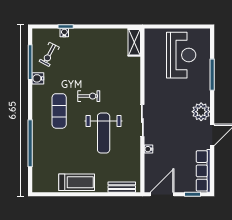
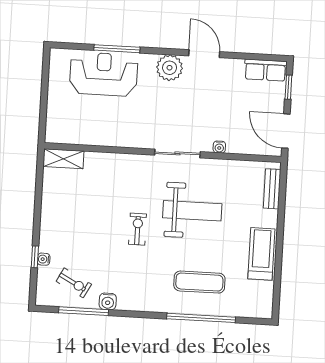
reception desk: (181, 55) -> (104, 74), moved
exercise mat: (59, 111) -> (199, 282), moved
row of seats: (203, 171) -> (265, 70), width x0.68

